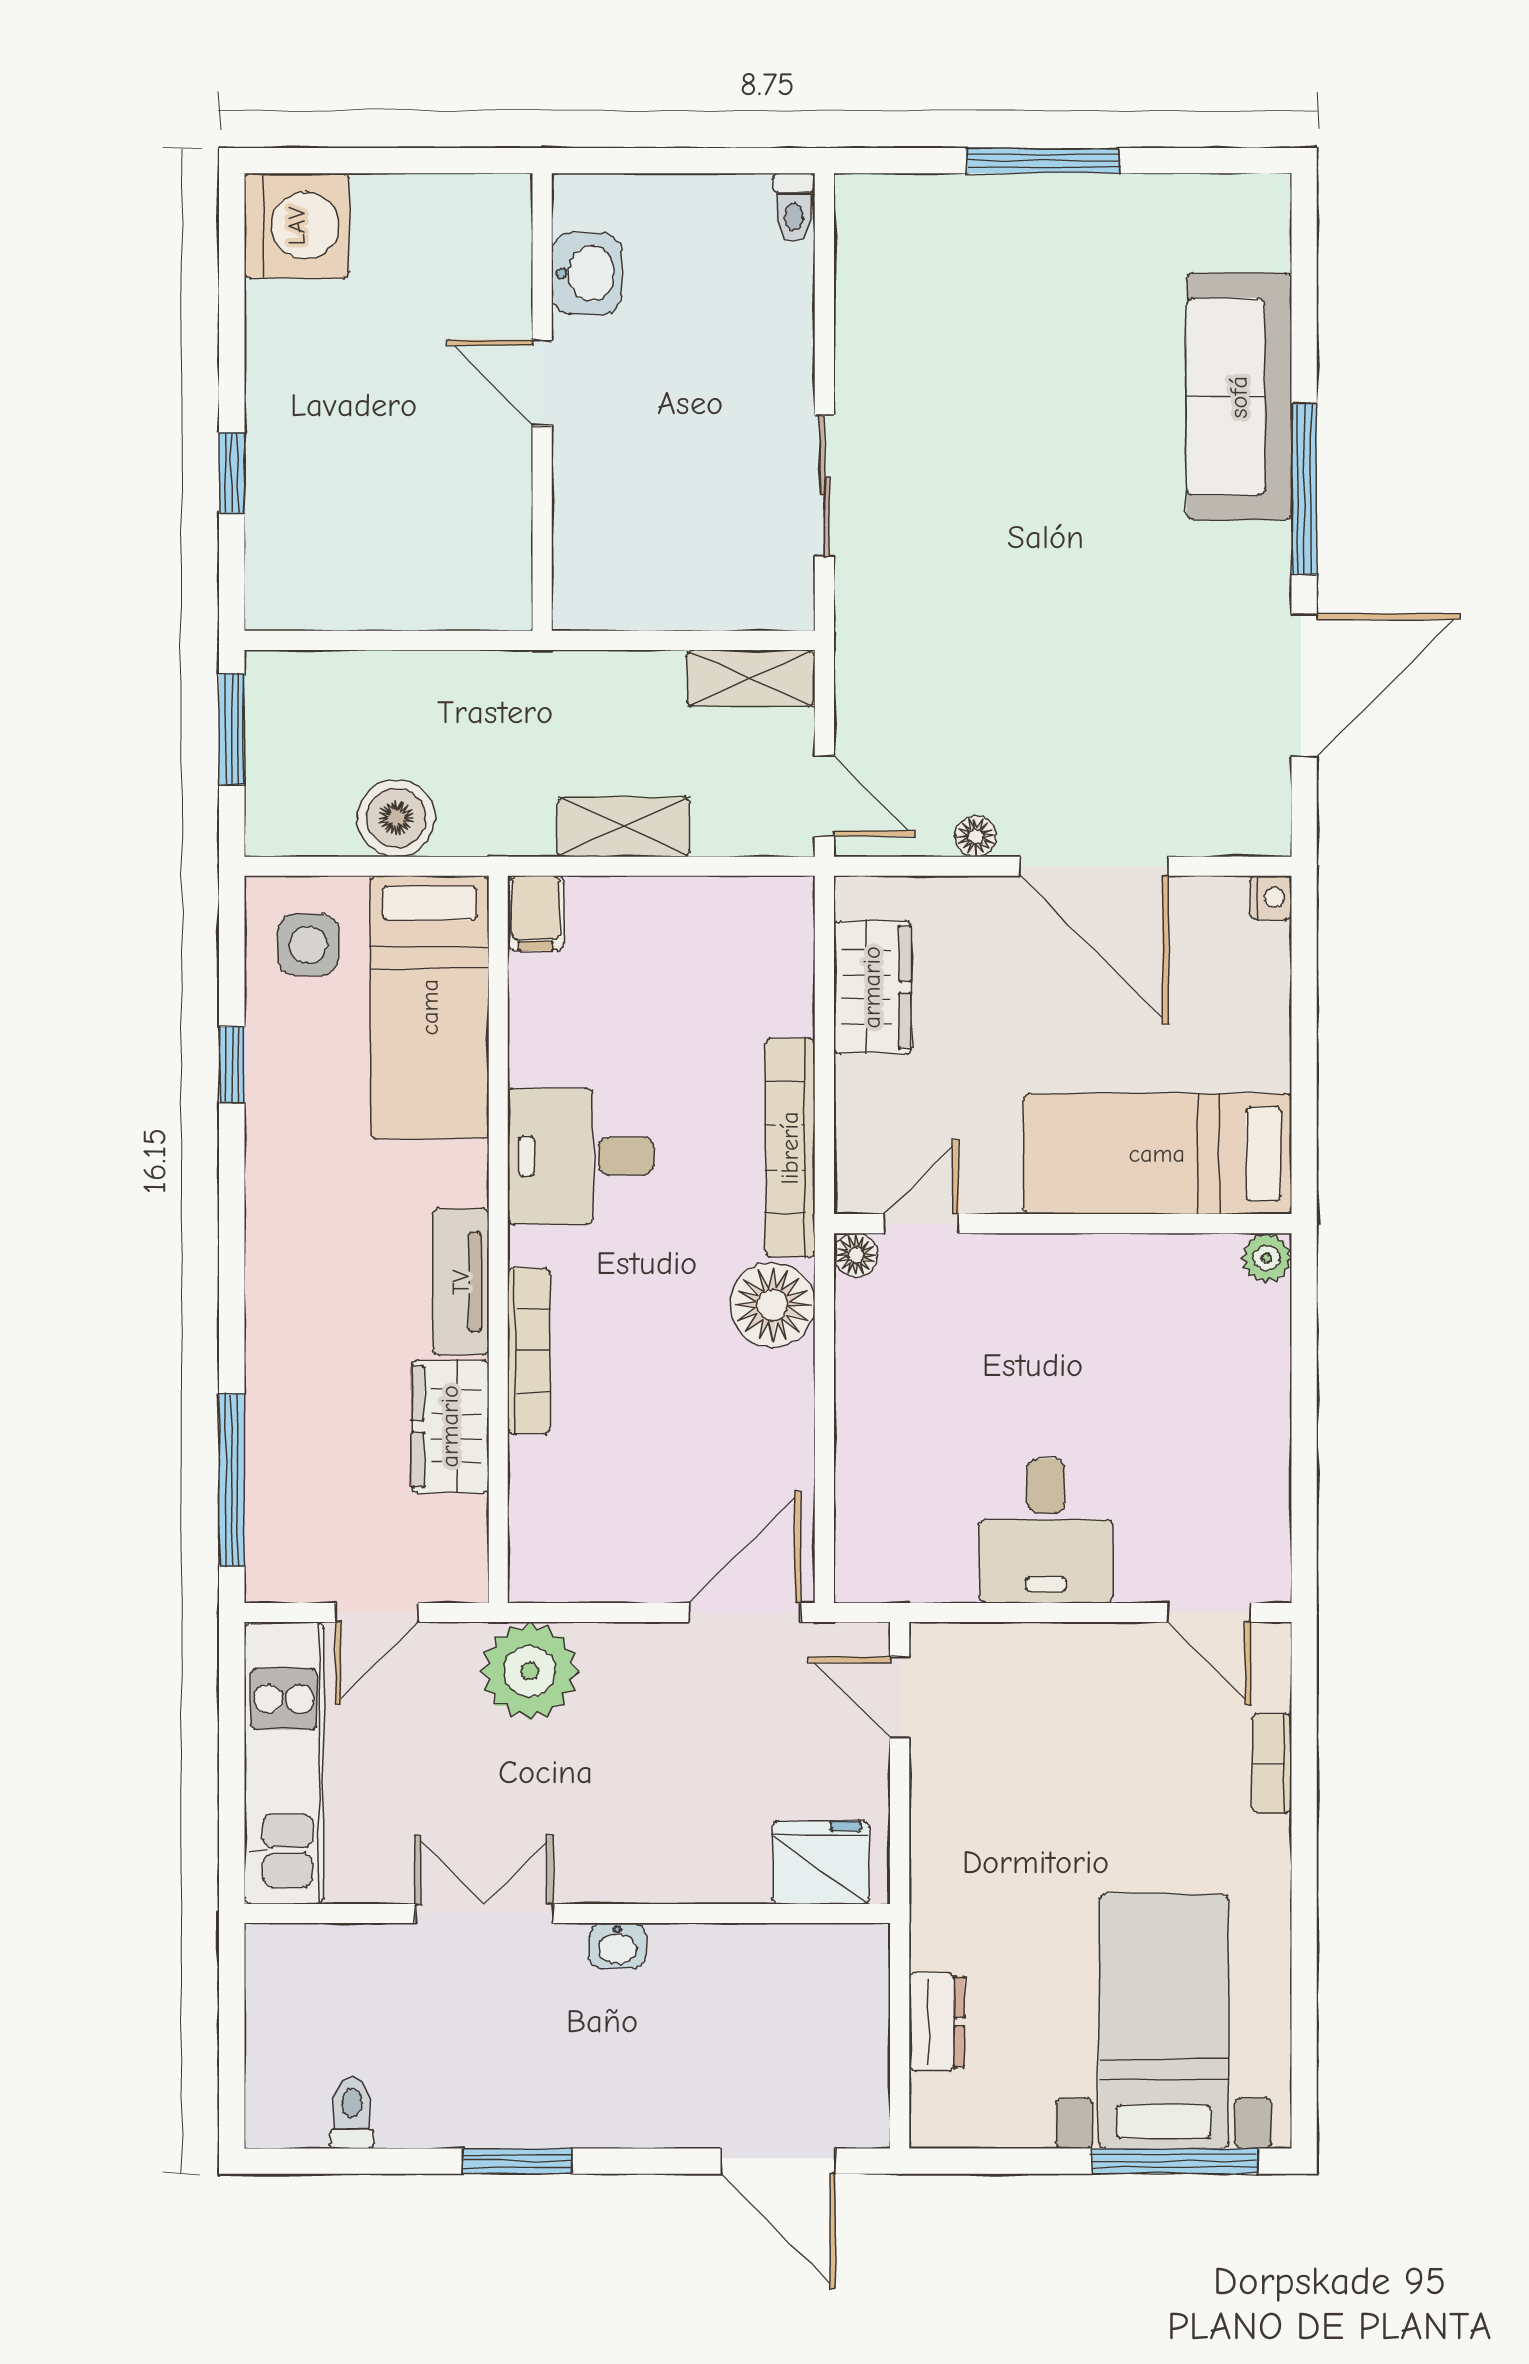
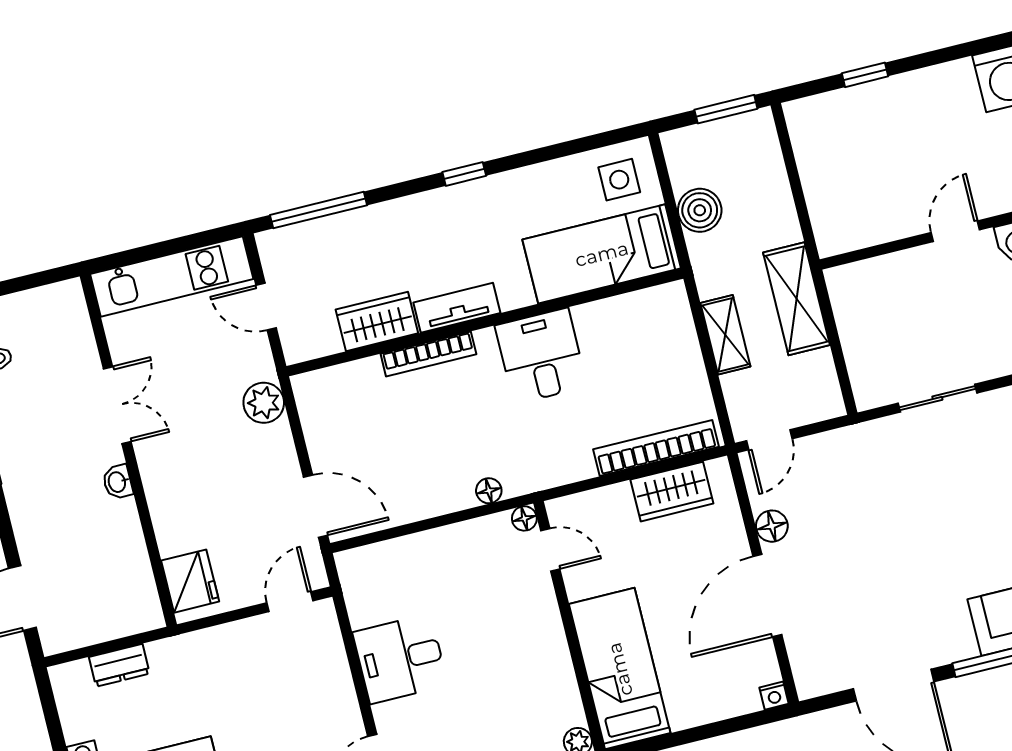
shelving: (750, 678) -> (797, 299), moved, width x1.50, depth x1.33
floor lamp: (975, 836) -> (772, 526), width x1.37, depth x1.37
filing cabinet: (536, 913) -> (667, 299), removed
window: (232, 1065) -> (464, 174), moved
bookcase: (790, 1148) -> (656, 448), moved
floor lamp: (772, 1305) -> (489, 491), width x0.53, depth x0.53
plant: (530, 1671) -> (264, 403), width x0.73, depth x0.73

